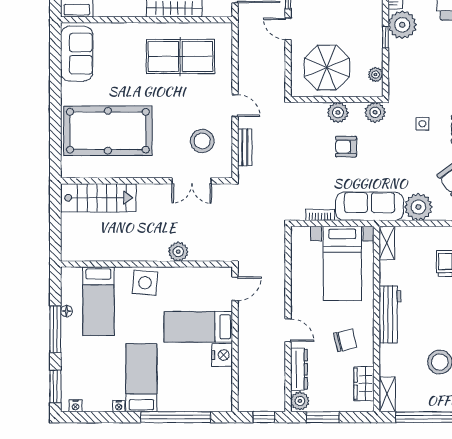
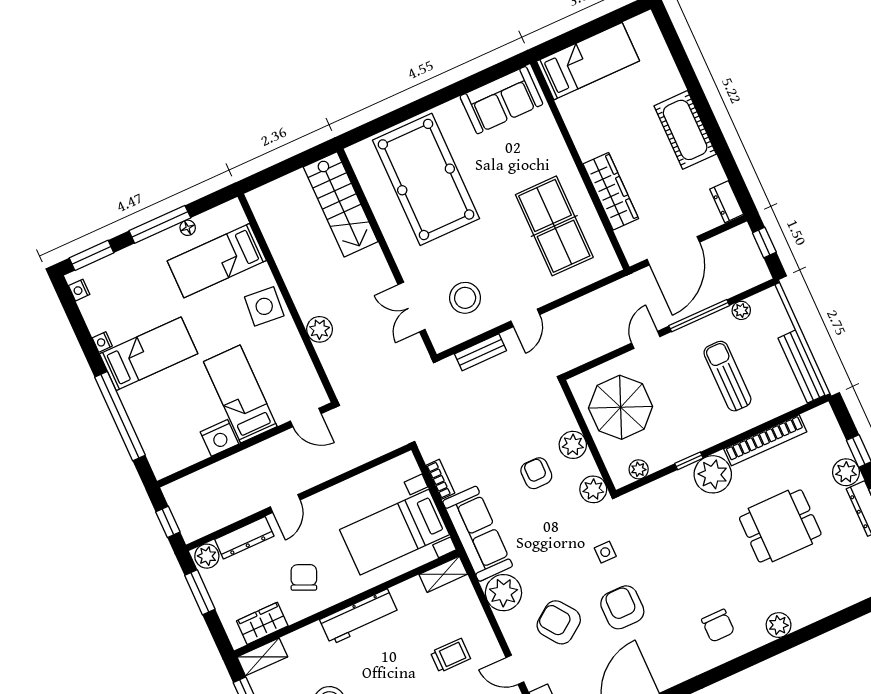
chair: (345, 340) -> (304, 577), turned -143

